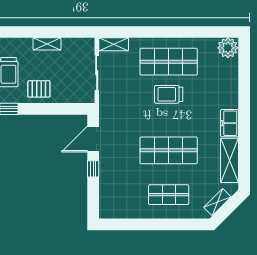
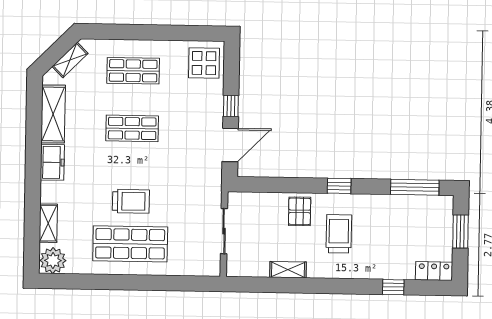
shelving: (114, 44) -> (48, 223), moved, turned 90
pallet: (39, 89) -> (300, 211), turned 90
shop shelf: (169, 150) -> (132, 128), width x0.70, depth x0.74
display table: (114, 202) -> (204, 63), added

